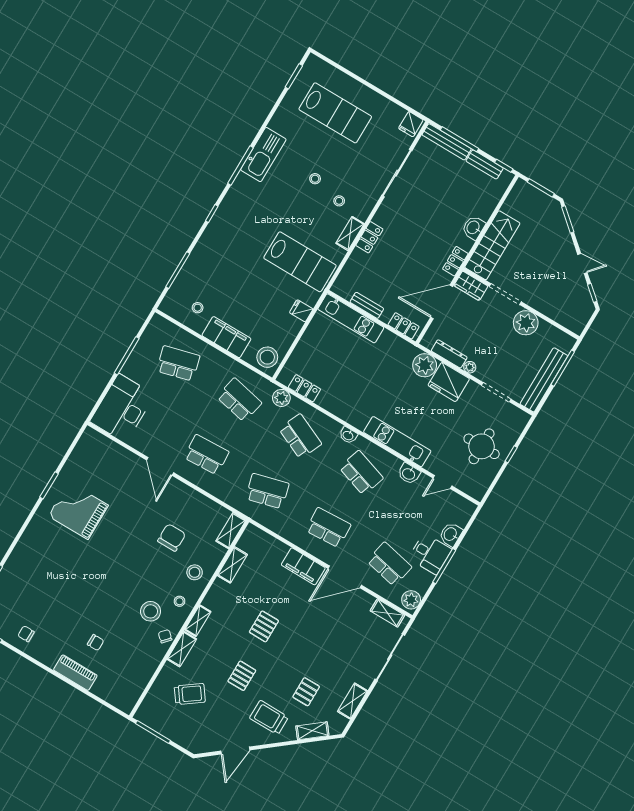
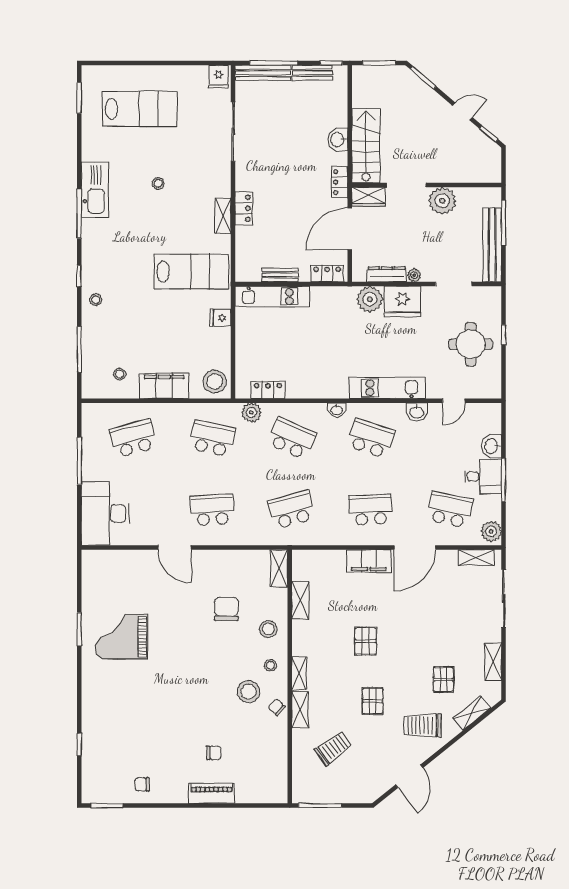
stool: (339, 201) -> (96, 300), moved

